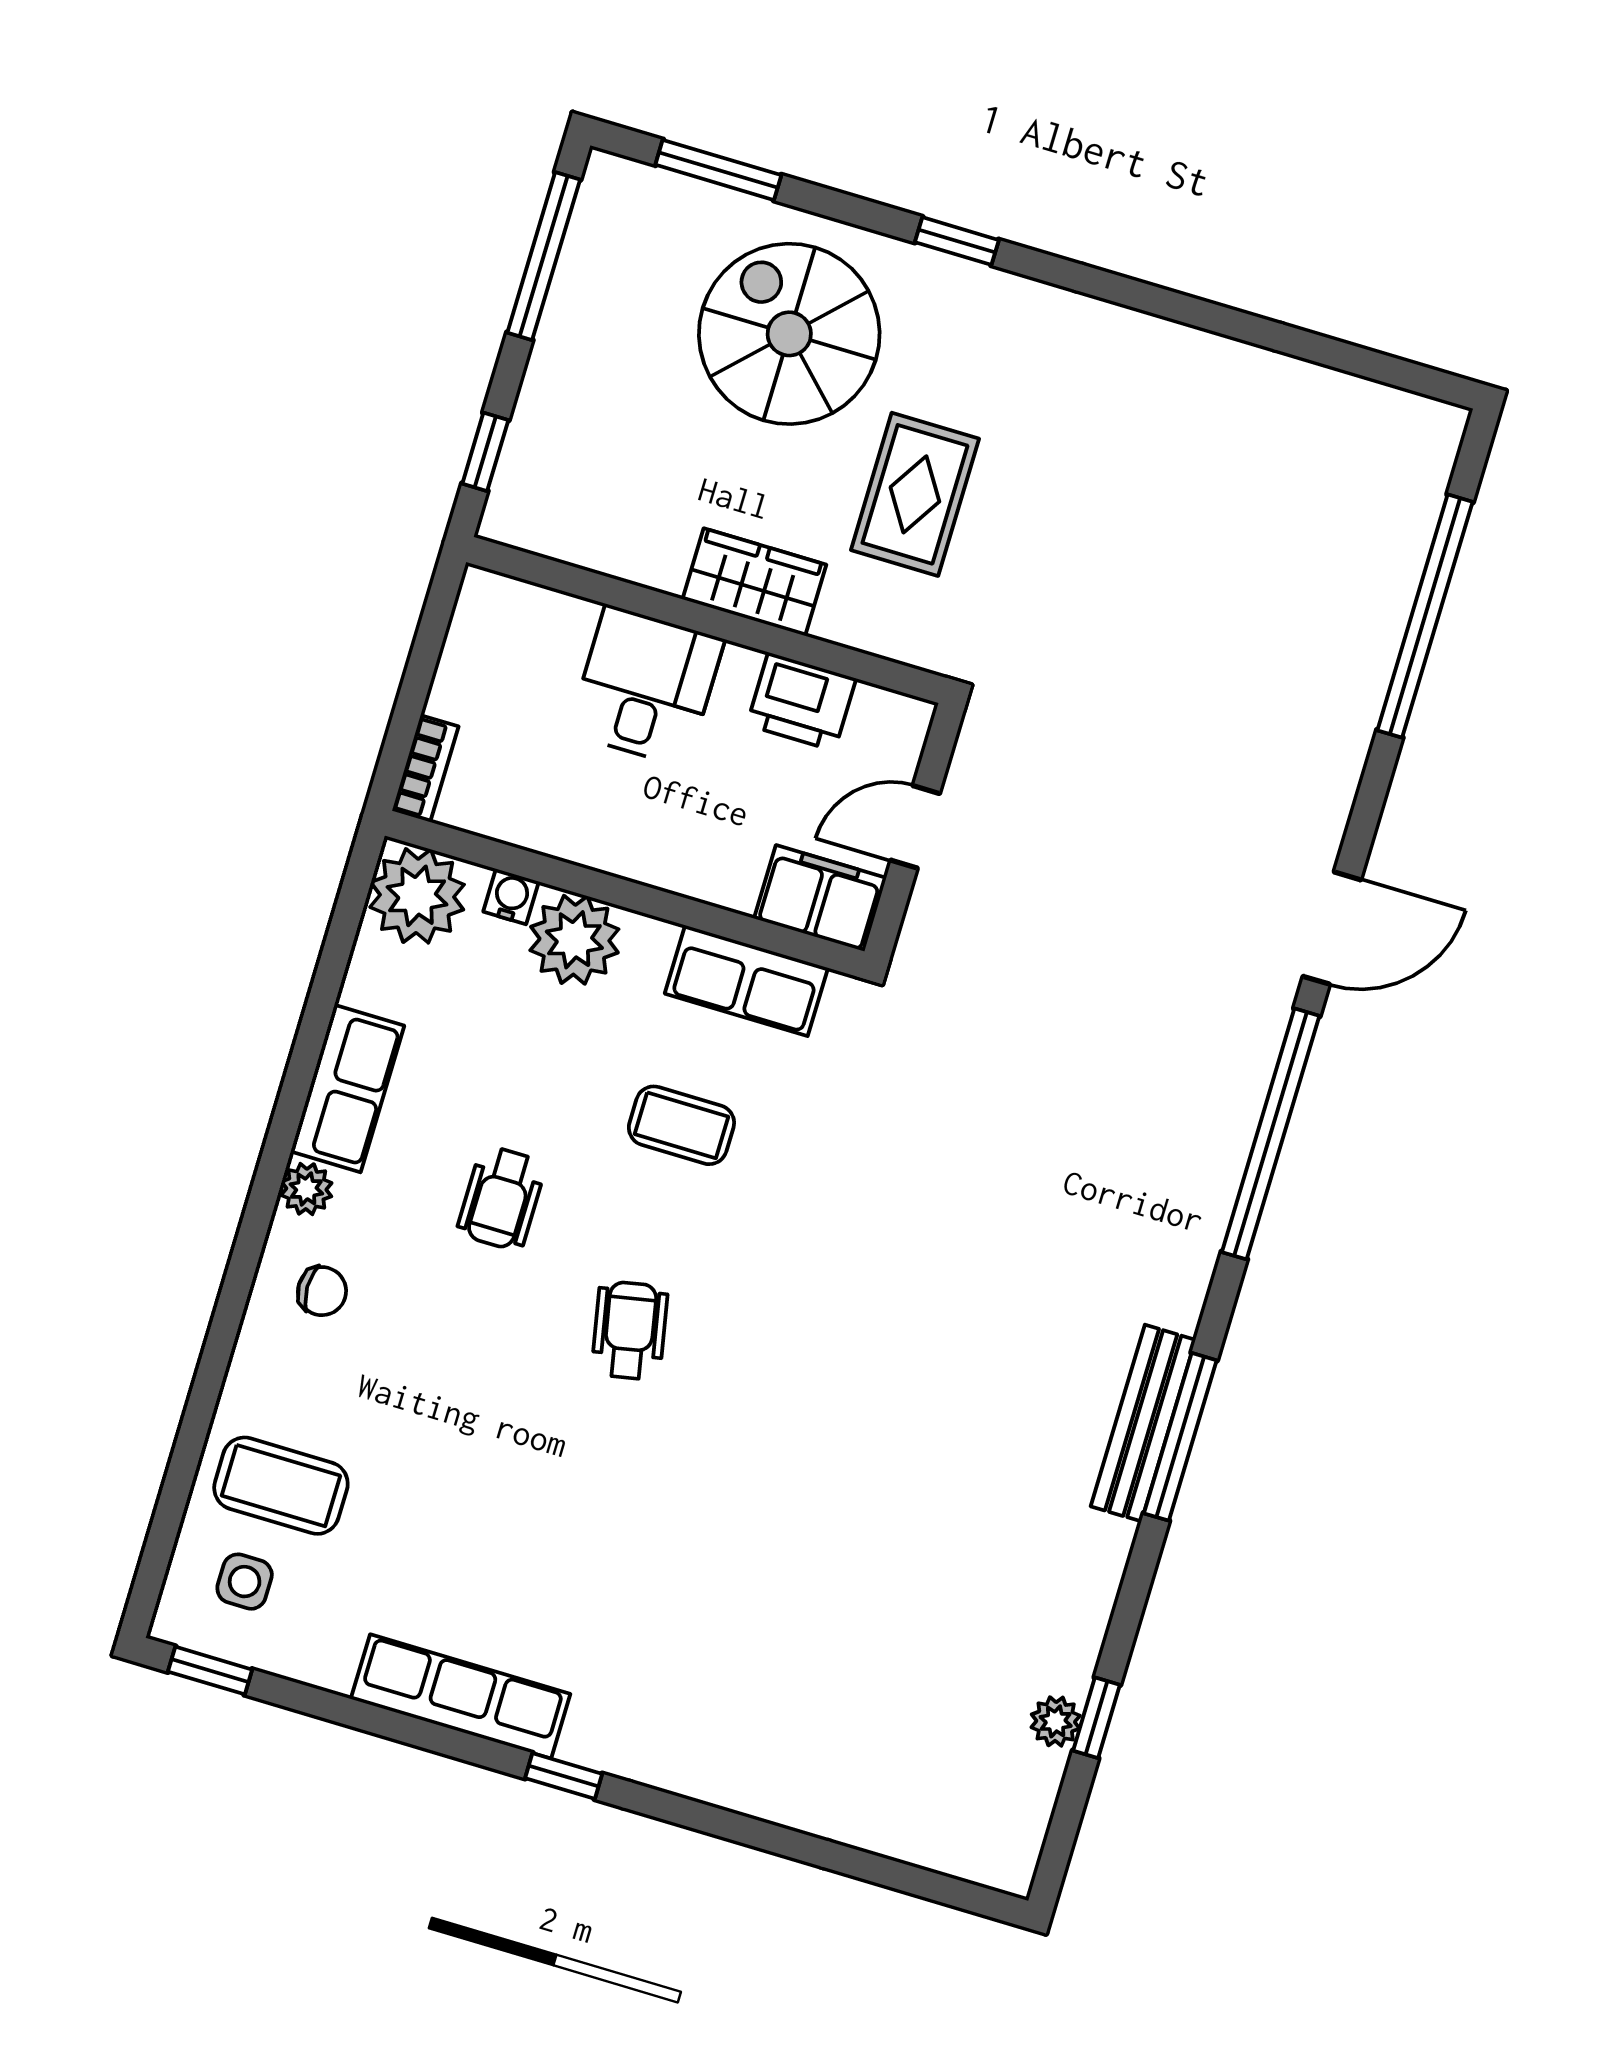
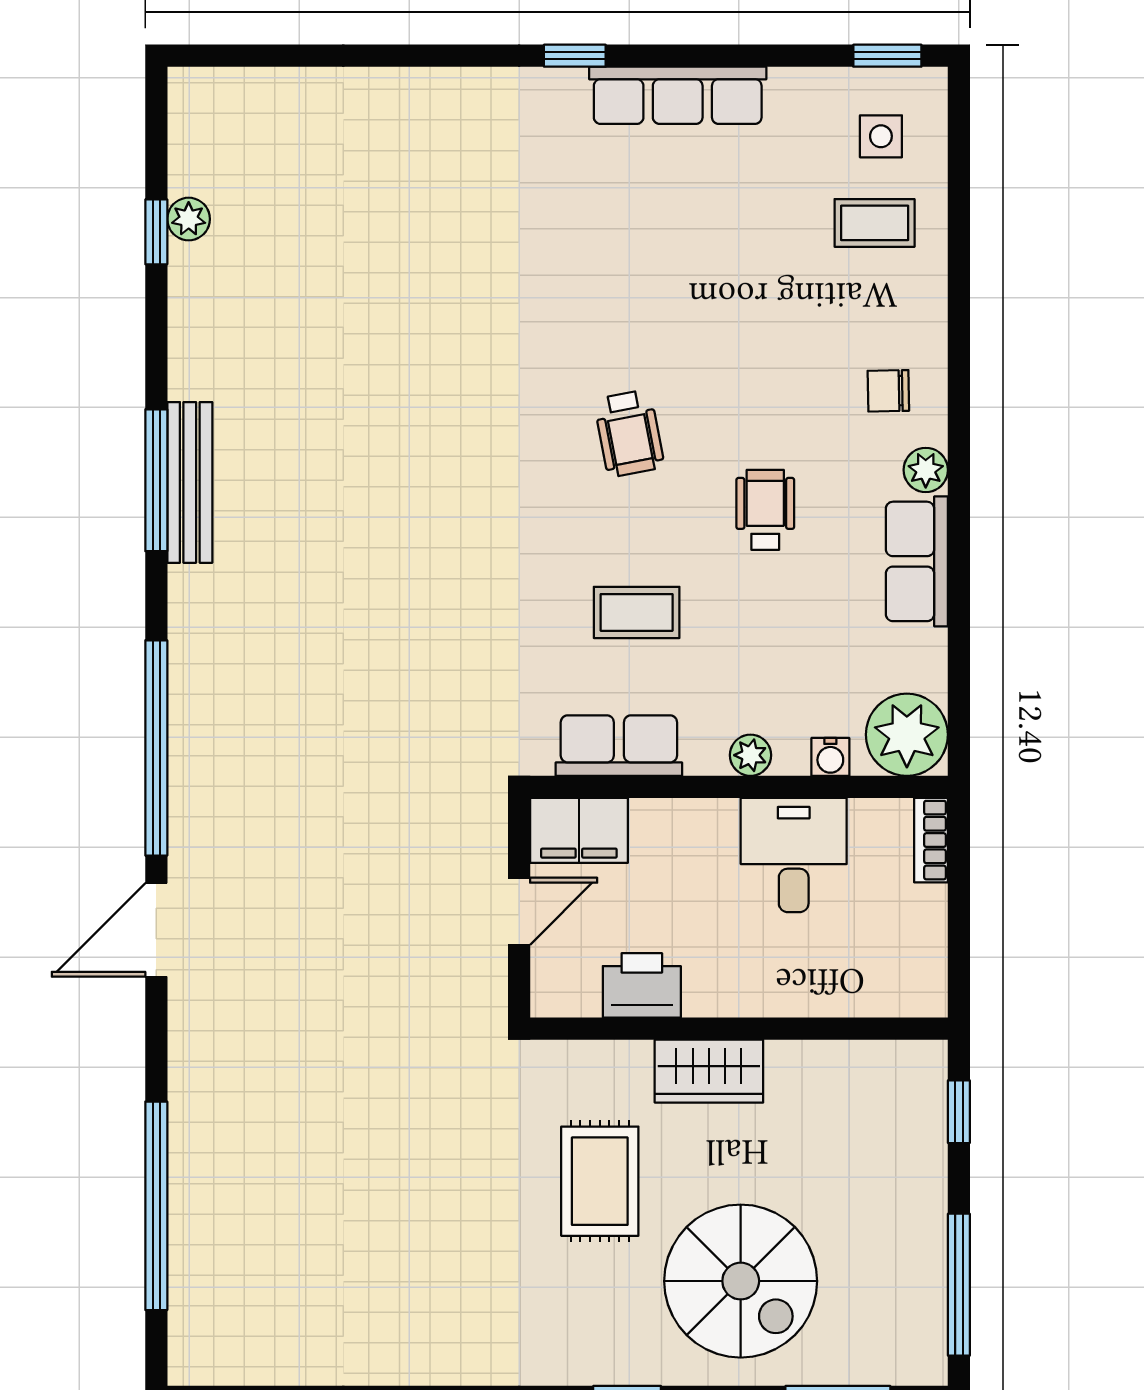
desk: (646, 686) -> (794, 855), moved, turned 180
plant: (574, 940) -> (750, 755), width x0.53, depth x0.53
coffee table: (281, 1486) -> (875, 223), width x0.73, depth x0.77

